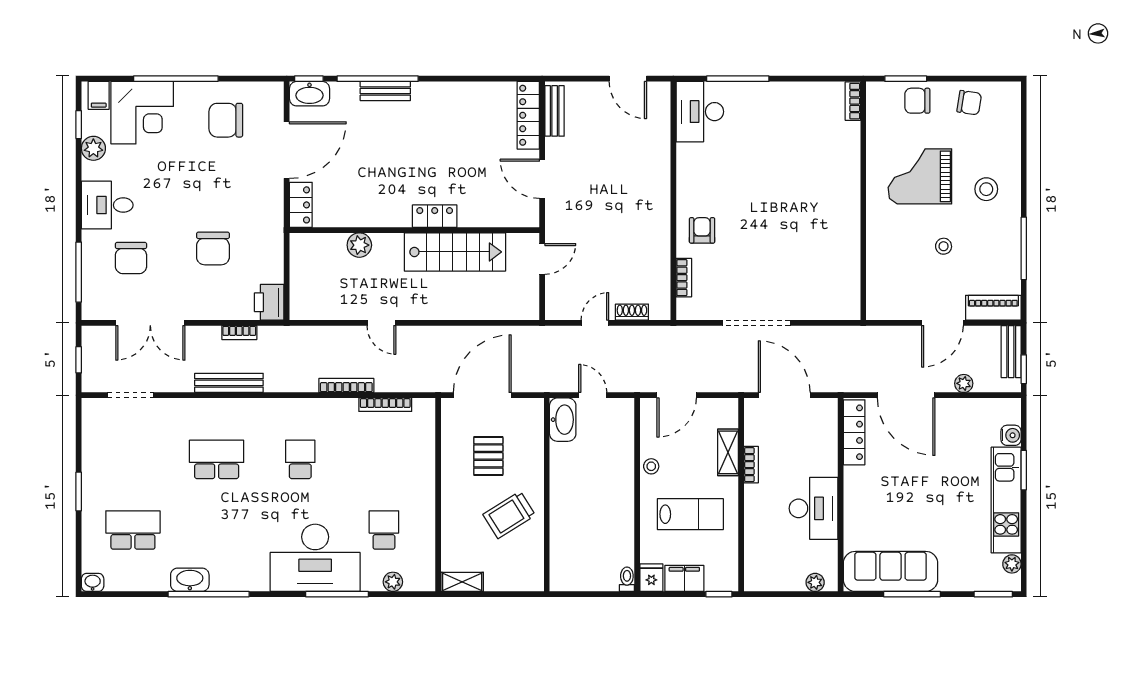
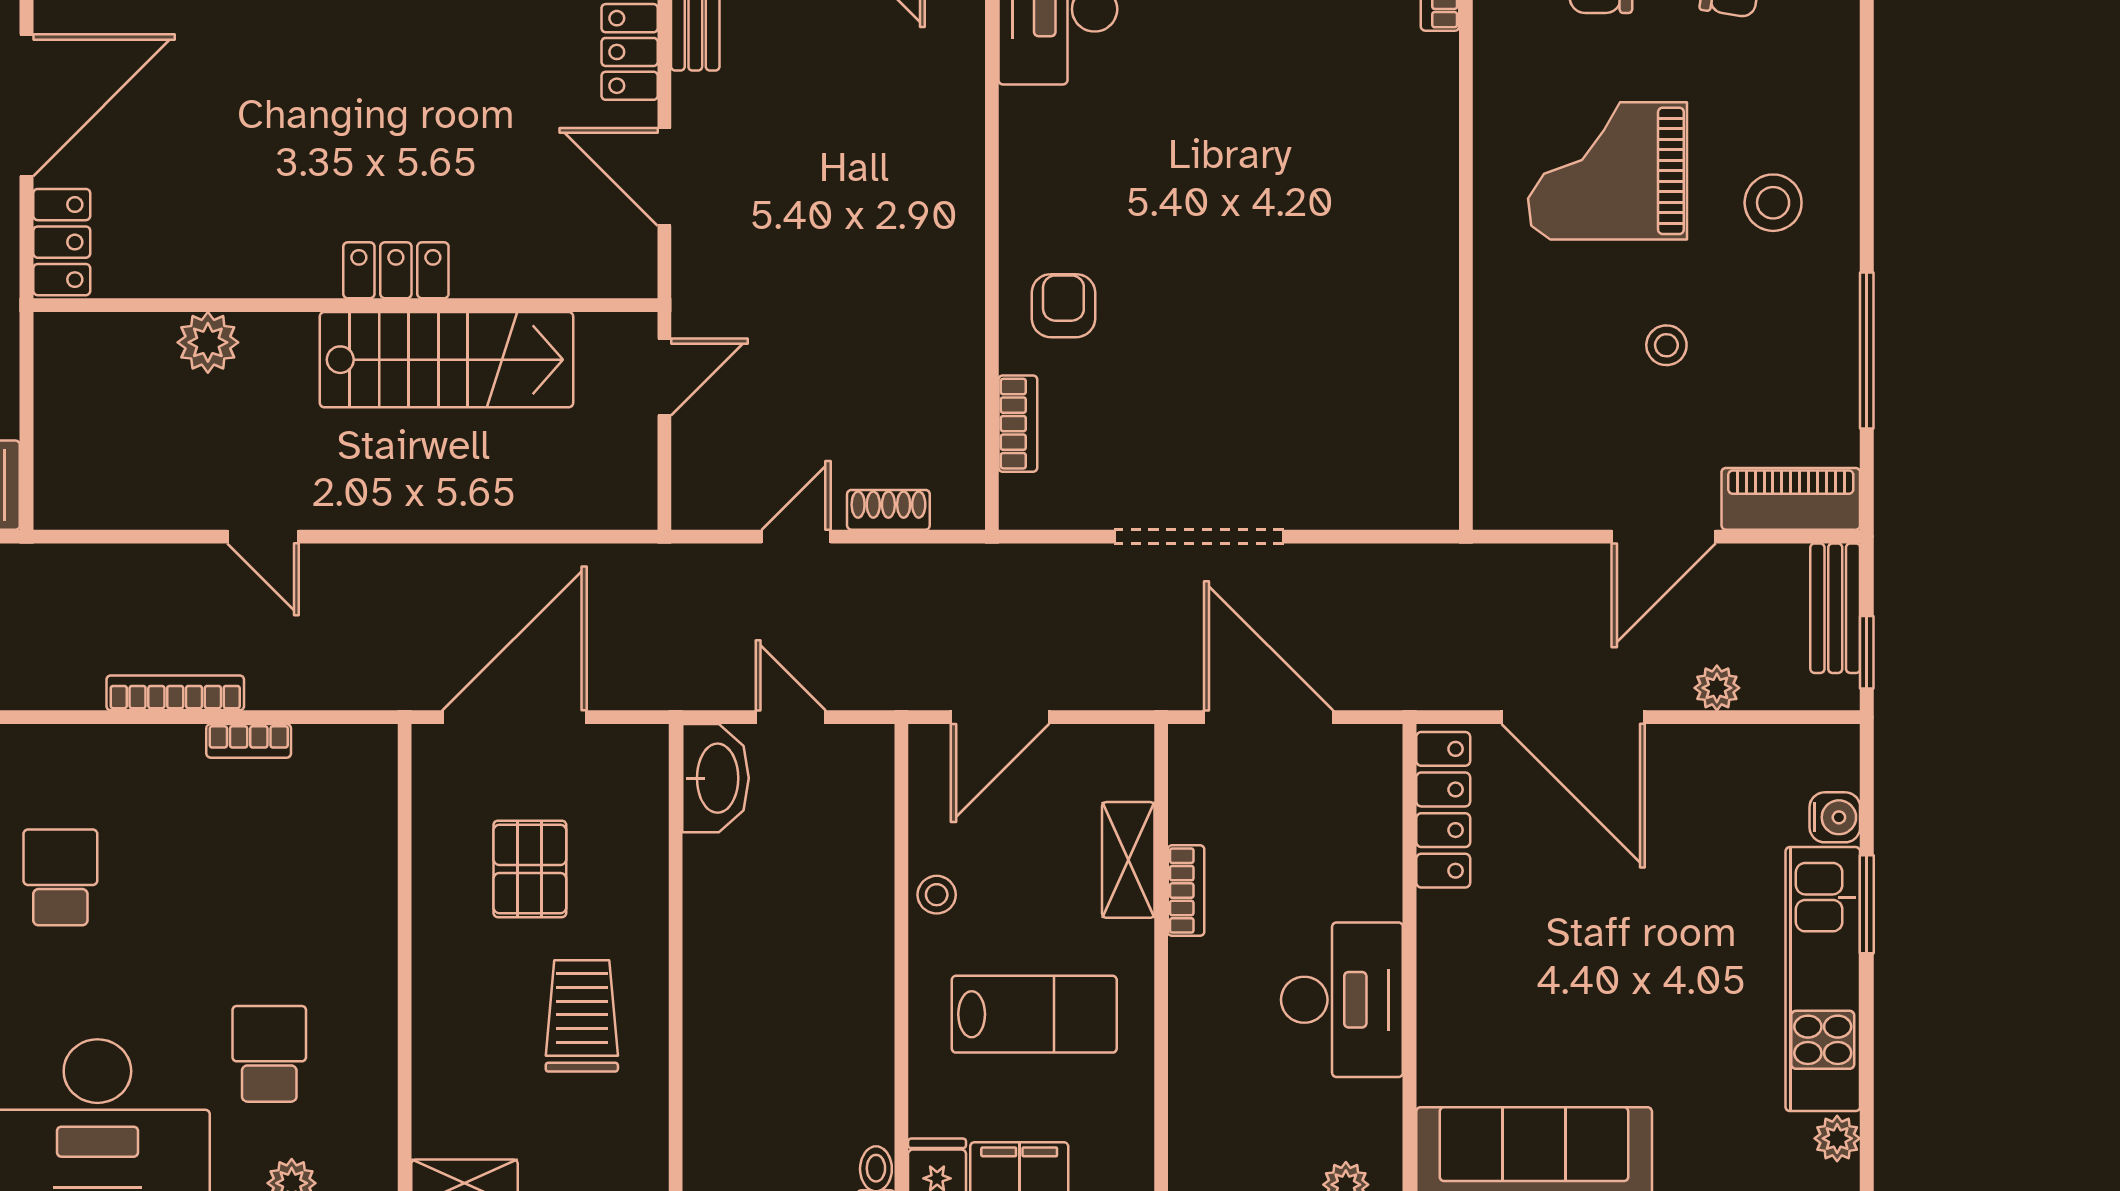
bookcase: (385, 405) -> (249, 741), width x0.64
trolley: (509, 515) -> (582, 1016), turned 122

